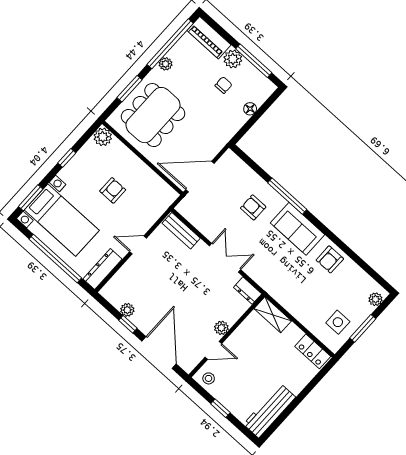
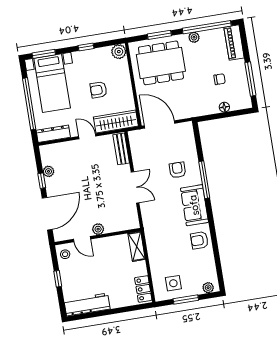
plant: (233, 59) -> (238, 68), removed
armchair: (113, 190) -> (99, 90), turned 180
wardrobe: (155, 208) -> (116, 122), added
dresser: (248, 291) -> (133, 219), removed

